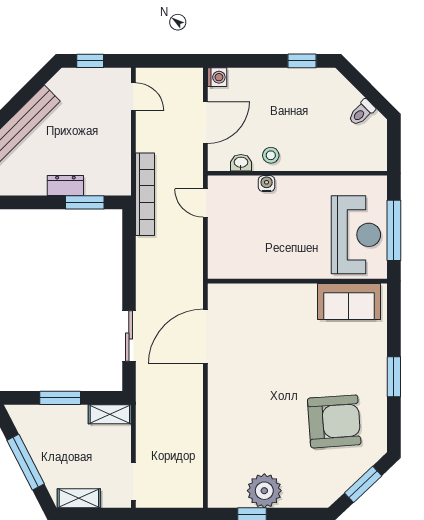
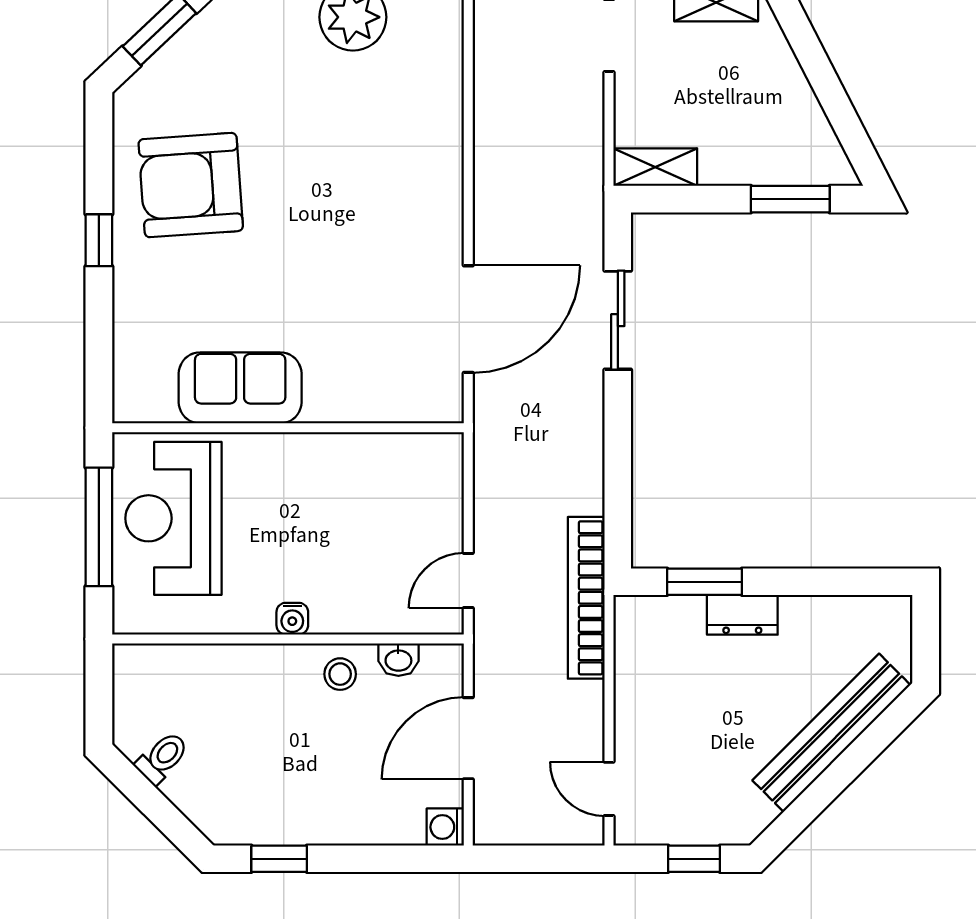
water cooler: (267, 184) -> (292, 619), moved
door: (205, 203) -> (468, 580), swing flipped
sofa: (349, 301) -> (240, 388), moved
window: (394, 377) -> (99, 240), width x0.67
window: (60, 398) -> (790, 199), moved
armchair: (334, 421) -> (191, 185), moved
window: (26, 462) -> (820, 73), removed

